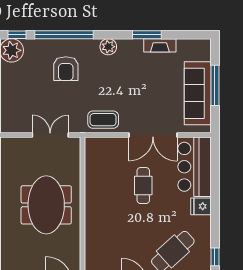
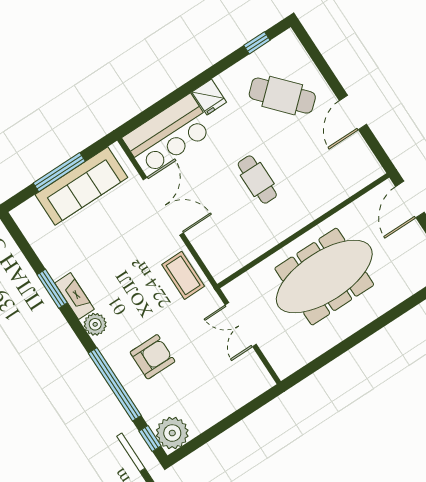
fireplace: (160, 45) -> (74, 296), moved
cafe table: (143, 186) -> (257, 180), moved, turned 90
meeting table: (46, 205) -> (324, 277), width x1.36

